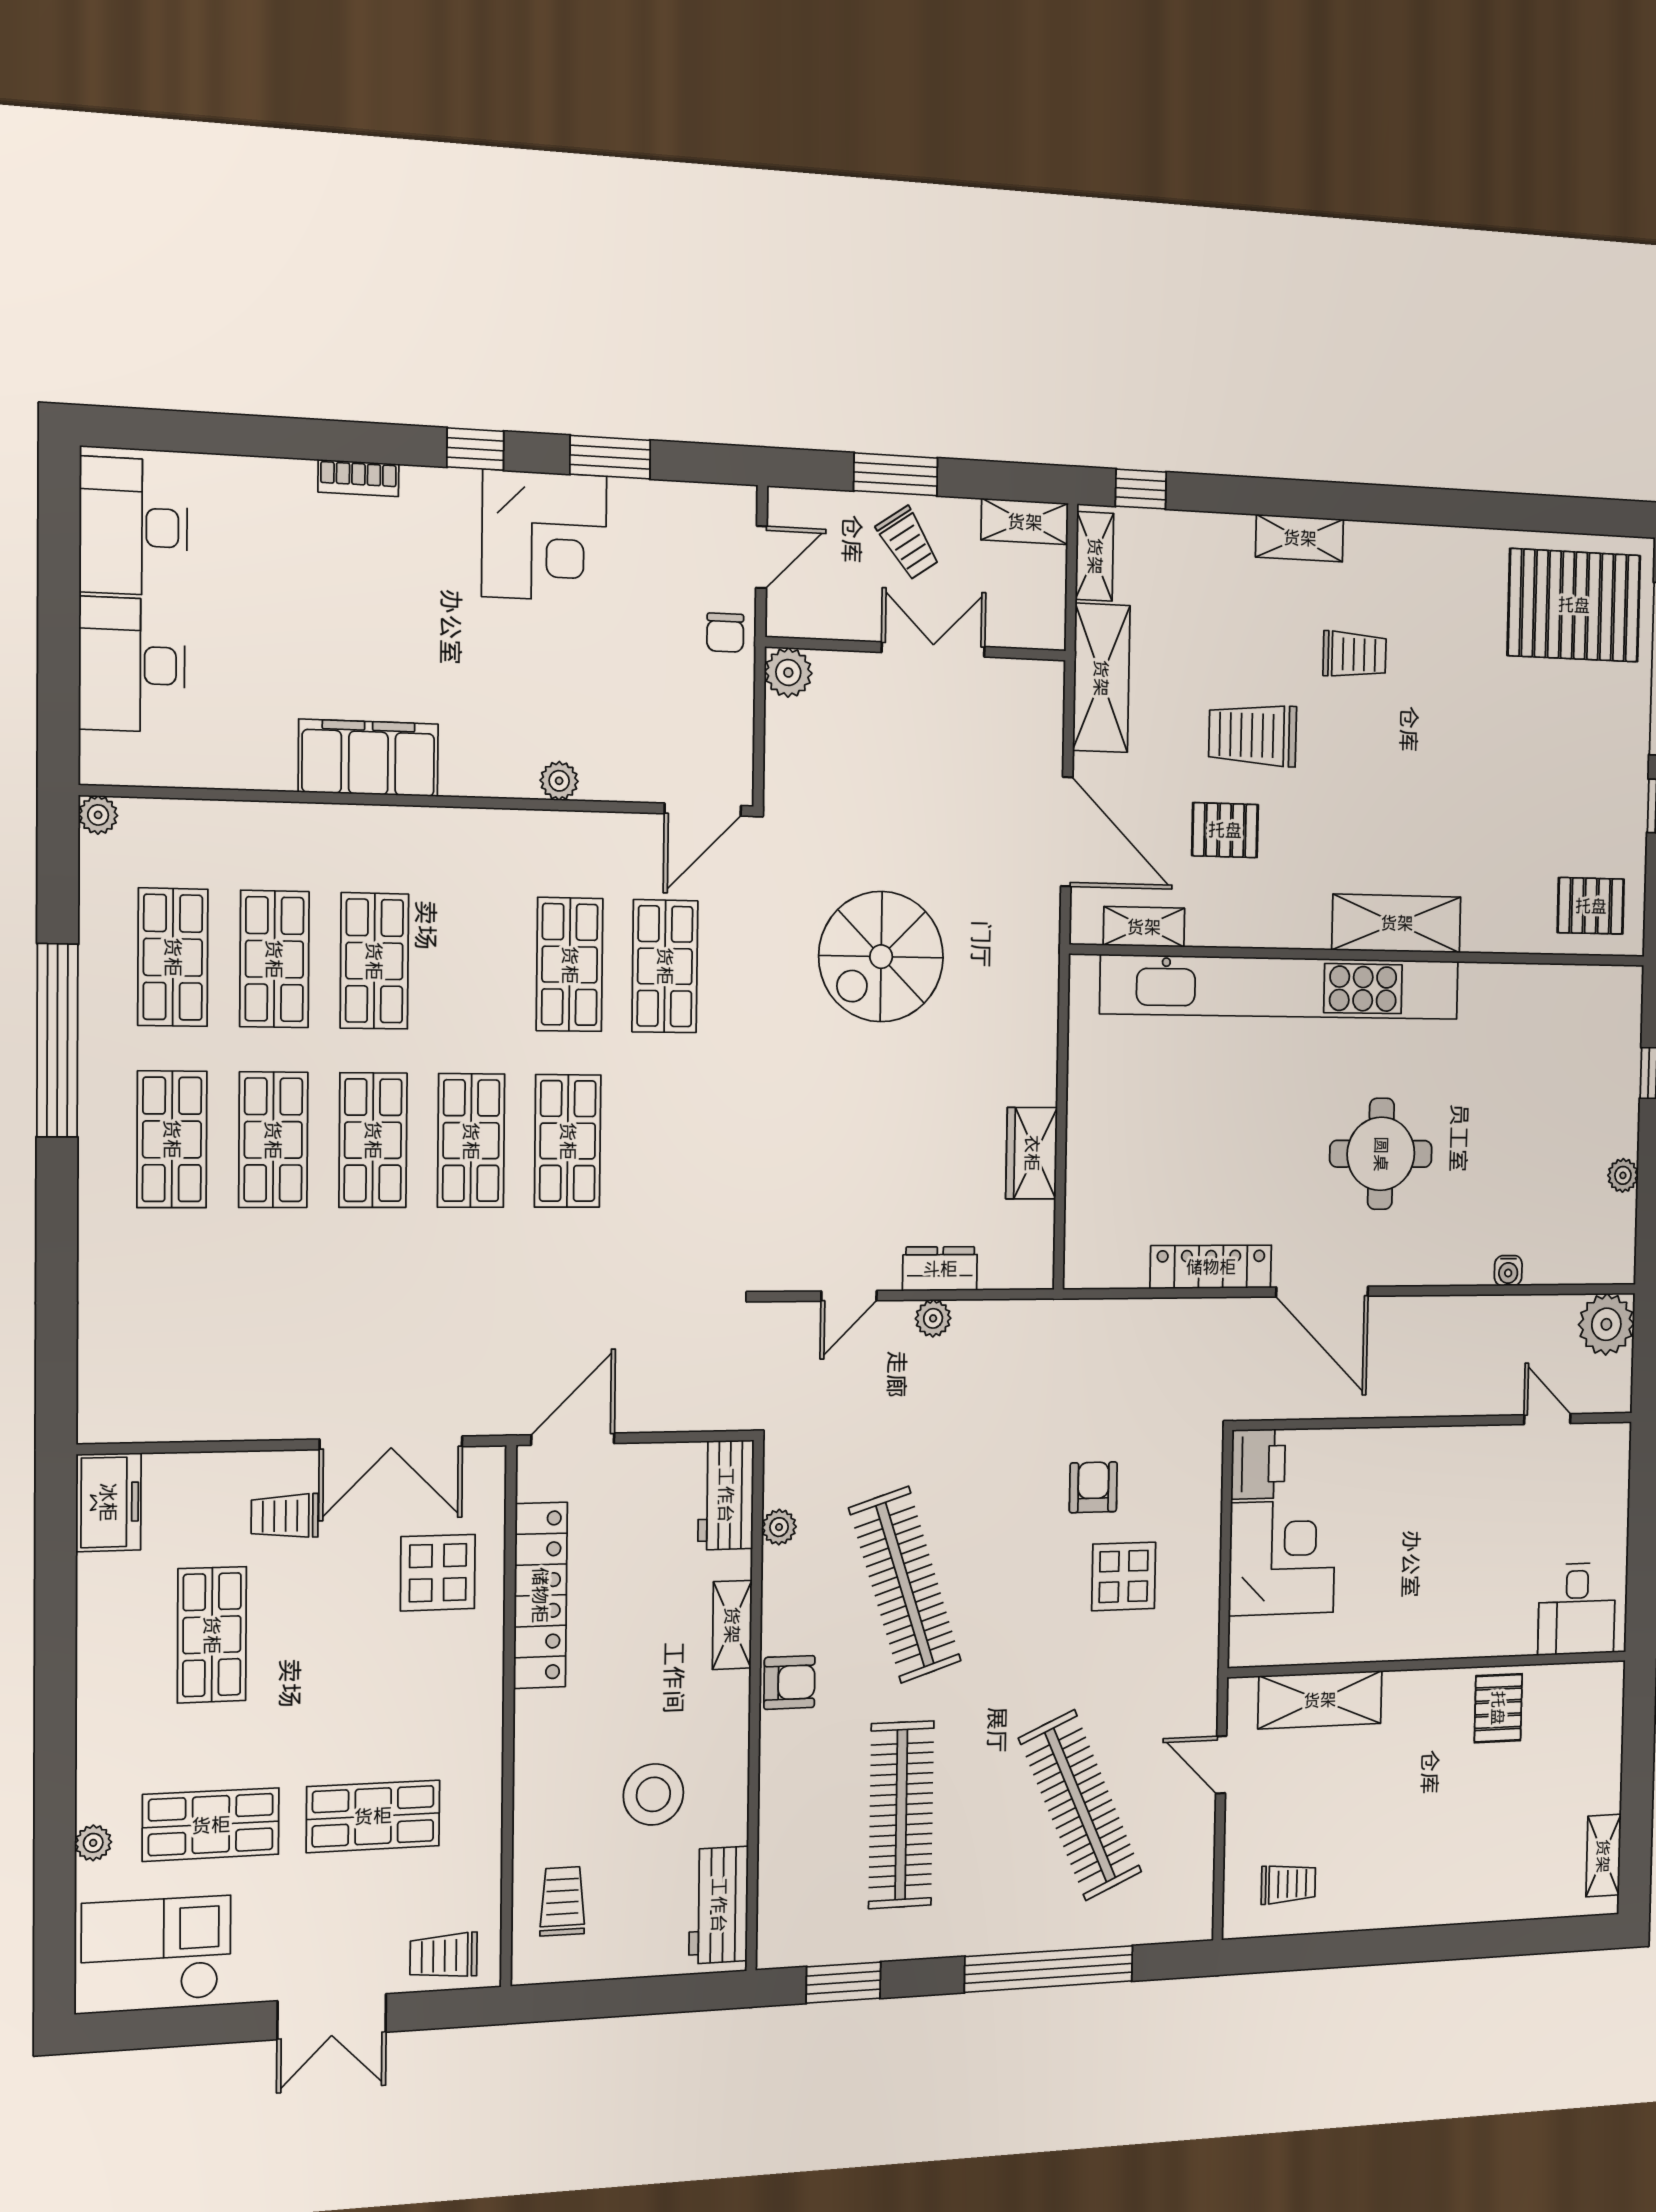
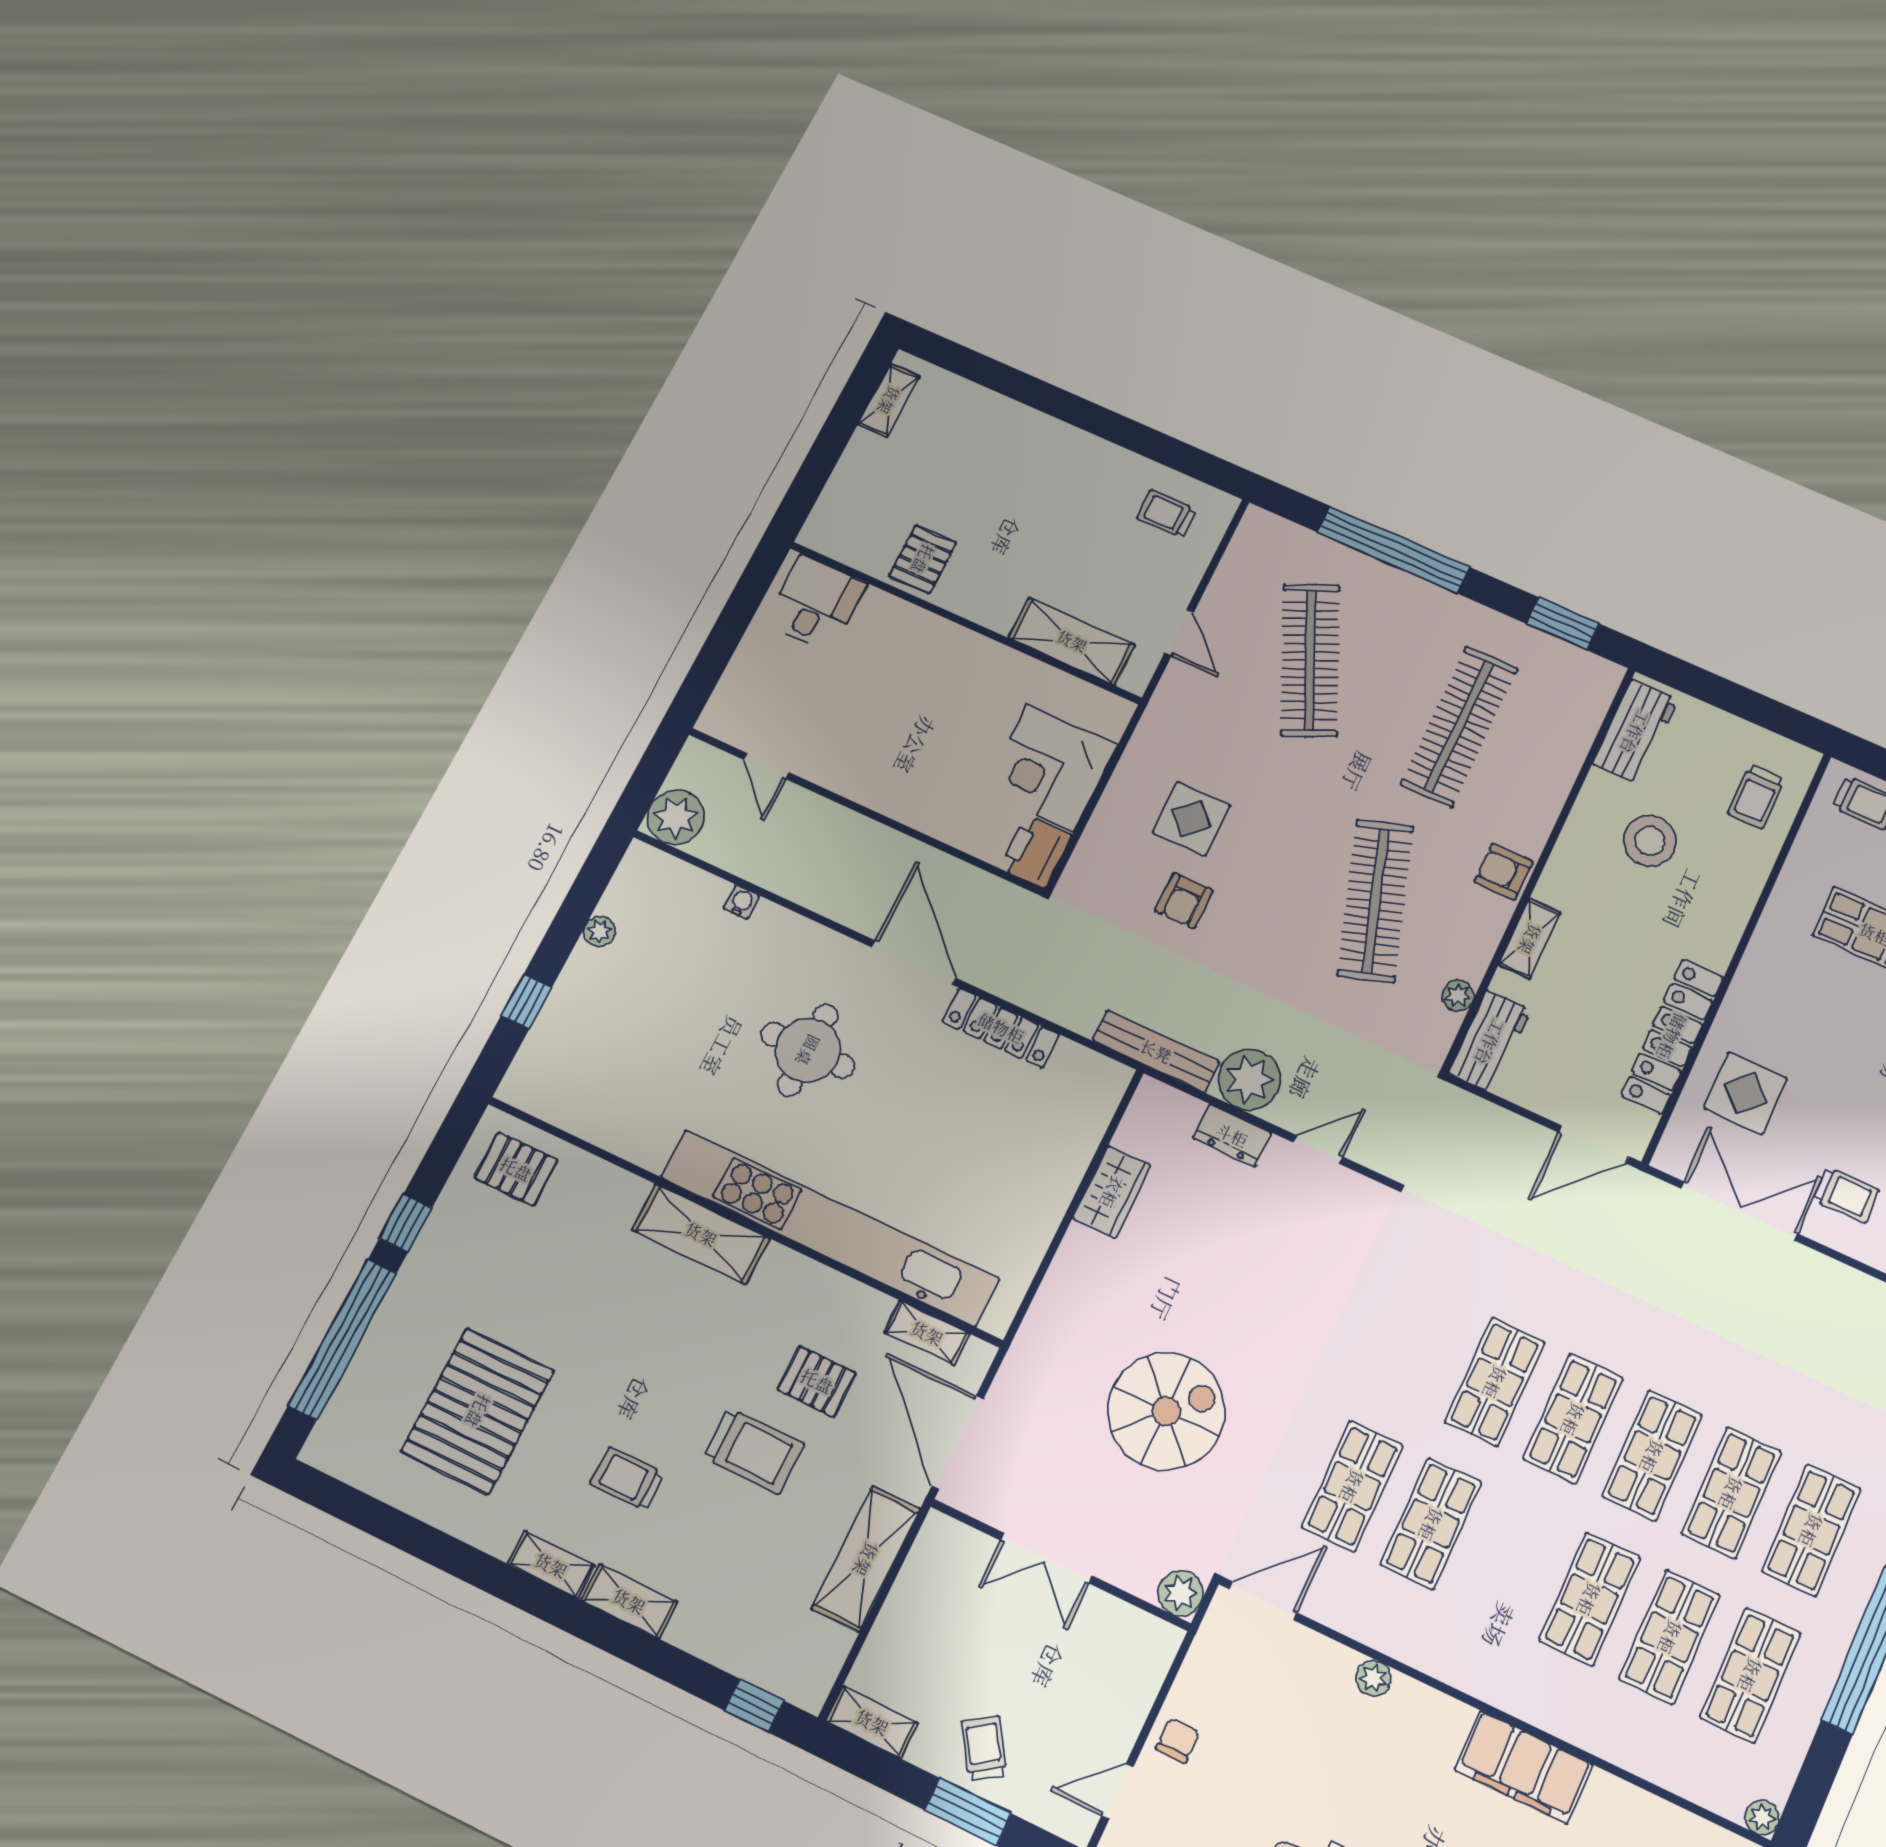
shelving: (1095, 556) -> (551, 1565), moved, turned 90
pallet: (1574, 605) -> (478, 1411), moved, turned 90
wall: (917, 649) -> (1060, 1565), moved
double door: (933, 650) -> (1046, 1558), moved
plant: (788, 672) -> (1181, 1593), moved
plant: (933, 1318) -> (1249, 1080), width x1.87, depth x1.87
bench: (1052, 1318) -> (1156, 1051), added

